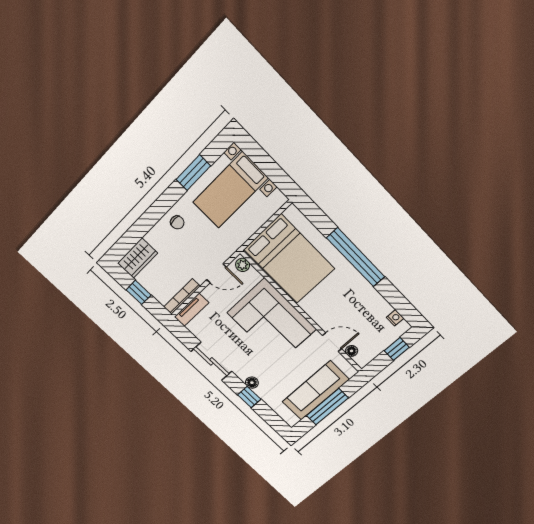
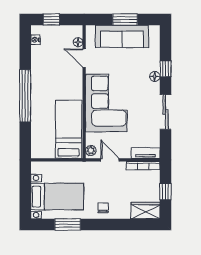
bed: (289, 259) -> (69, 129), width x0.67
window: (327, 407) -> (125, 19), width x0.69

